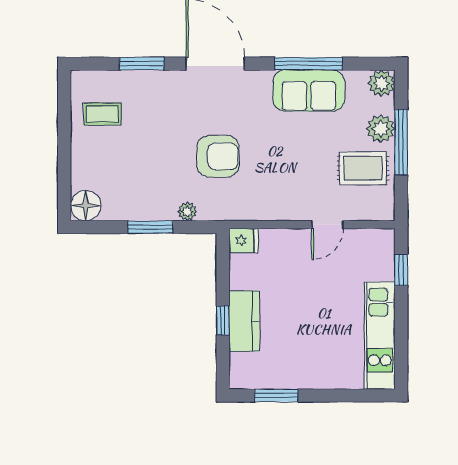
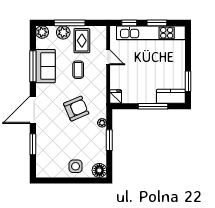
coffee table: (102, 114) -> (78, 70), moved
side table: (94, 155) -> (76, 166), added
armchair: (218, 156) -> (76, 109), turned 67
window: (223, 320) -> (153, 106), width x2.17
kitchen counter: (244, 321) -> (171, 96), moved
window: (401, 329) -> (157, 23), added
kitchen unit: (380, 336) -> (151, 33), width x1.36

